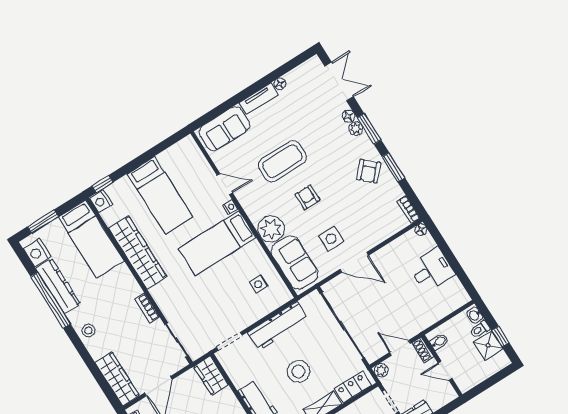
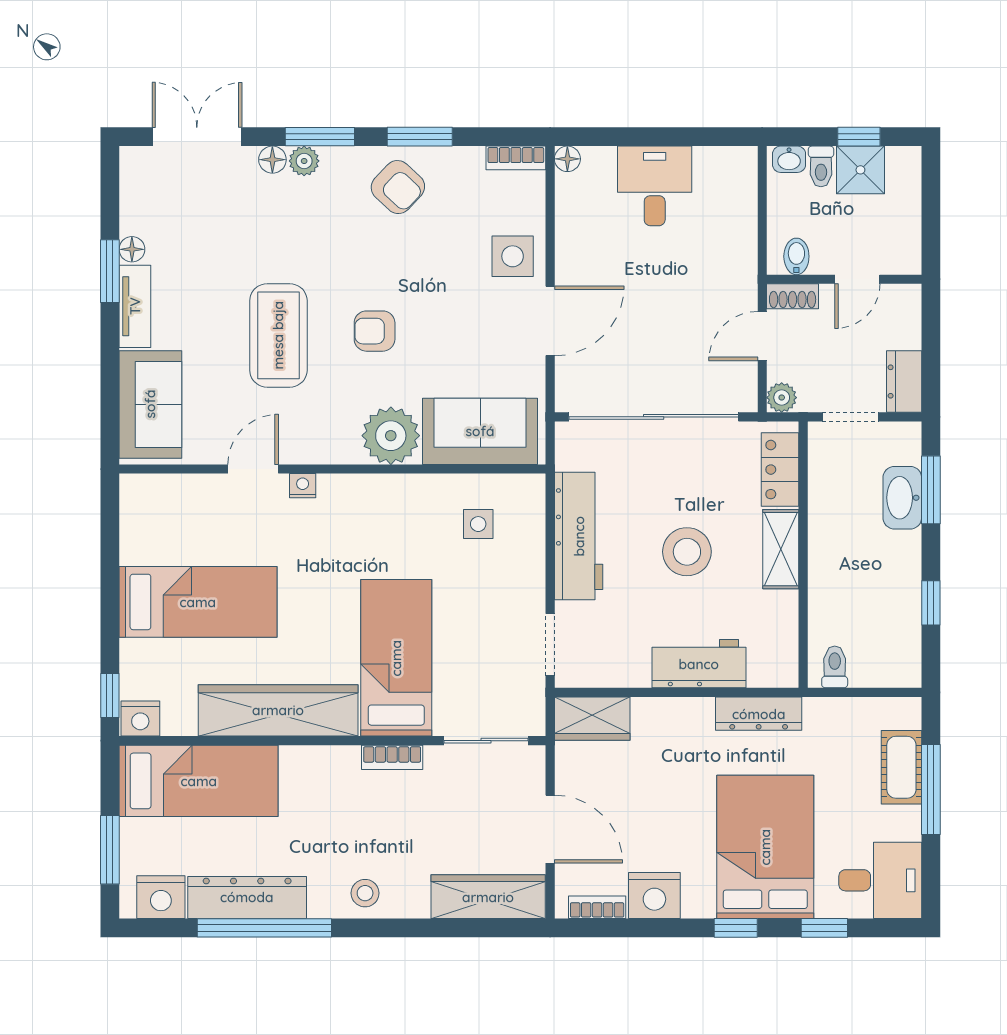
window: (266, 81) -> (110, 271), added
side table: (331, 239) -> (513, 256), moved
bed: (217, 243) -> (396, 658), moved, turned 180

